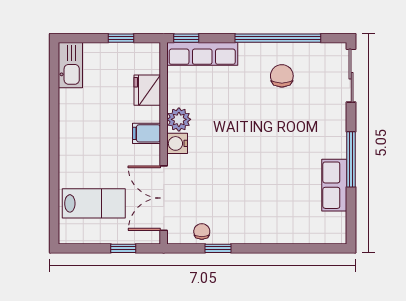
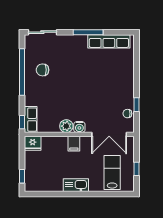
window: (121, 38) -> (22, 176), moved
row of seats: (202, 54) -> (31, 120), width x0.68
kitchen sink: (70, 65) -> (76, 185), moved
fridge: (147, 90) -> (33, 143), moved
row of seats: (334, 185) -> (109, 41), width x1.48
window: (123, 248) -> (137, 169), moved

